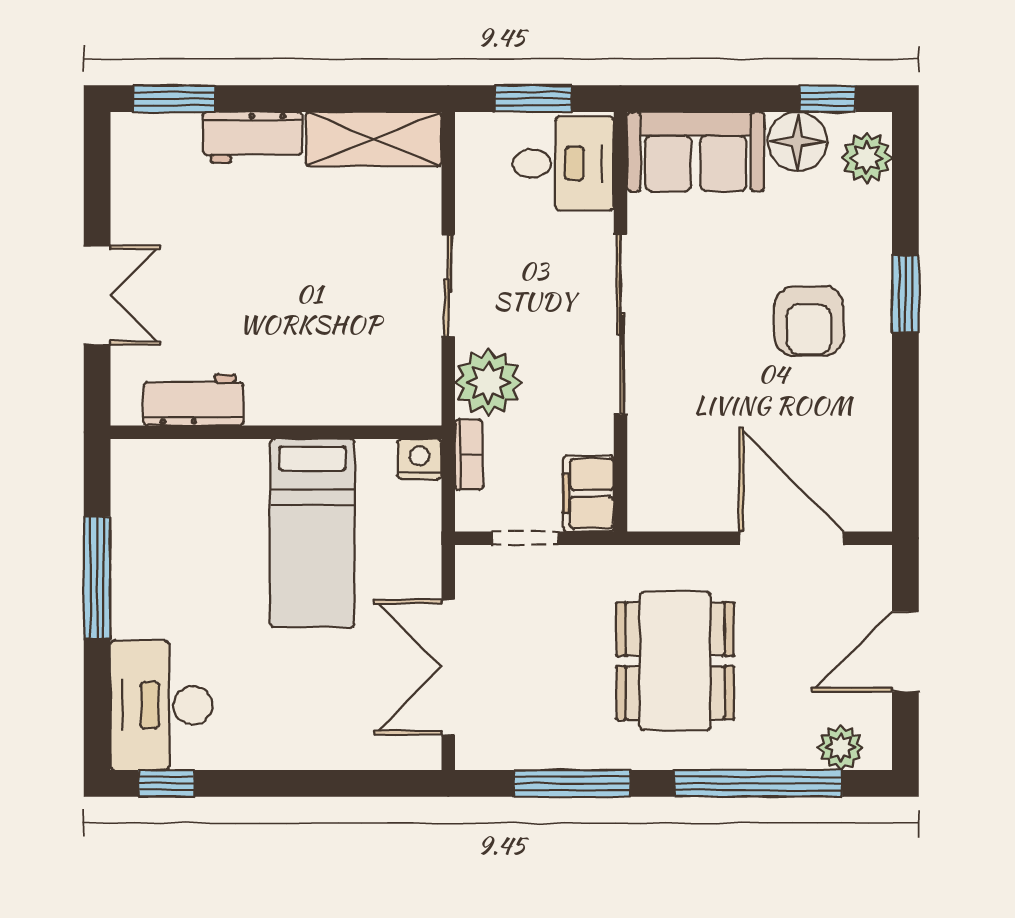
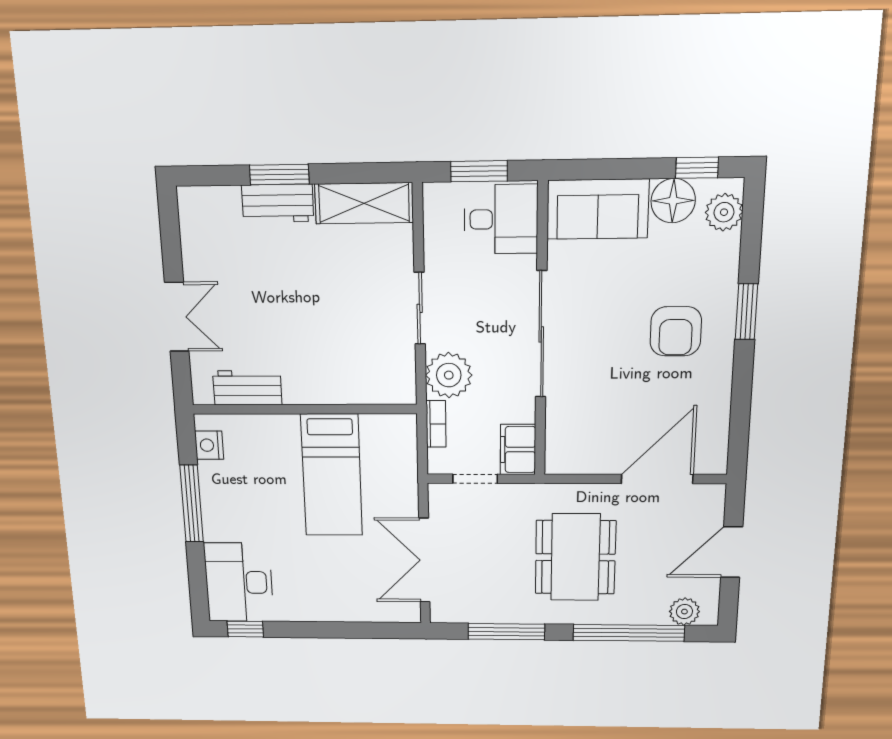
window: (174, 99) -> (279, 174), moved
nightstand: (420, 459) -> (209, 445), moved, turned -90
door: (791, 538) -> (657, 479), hinge flipped

